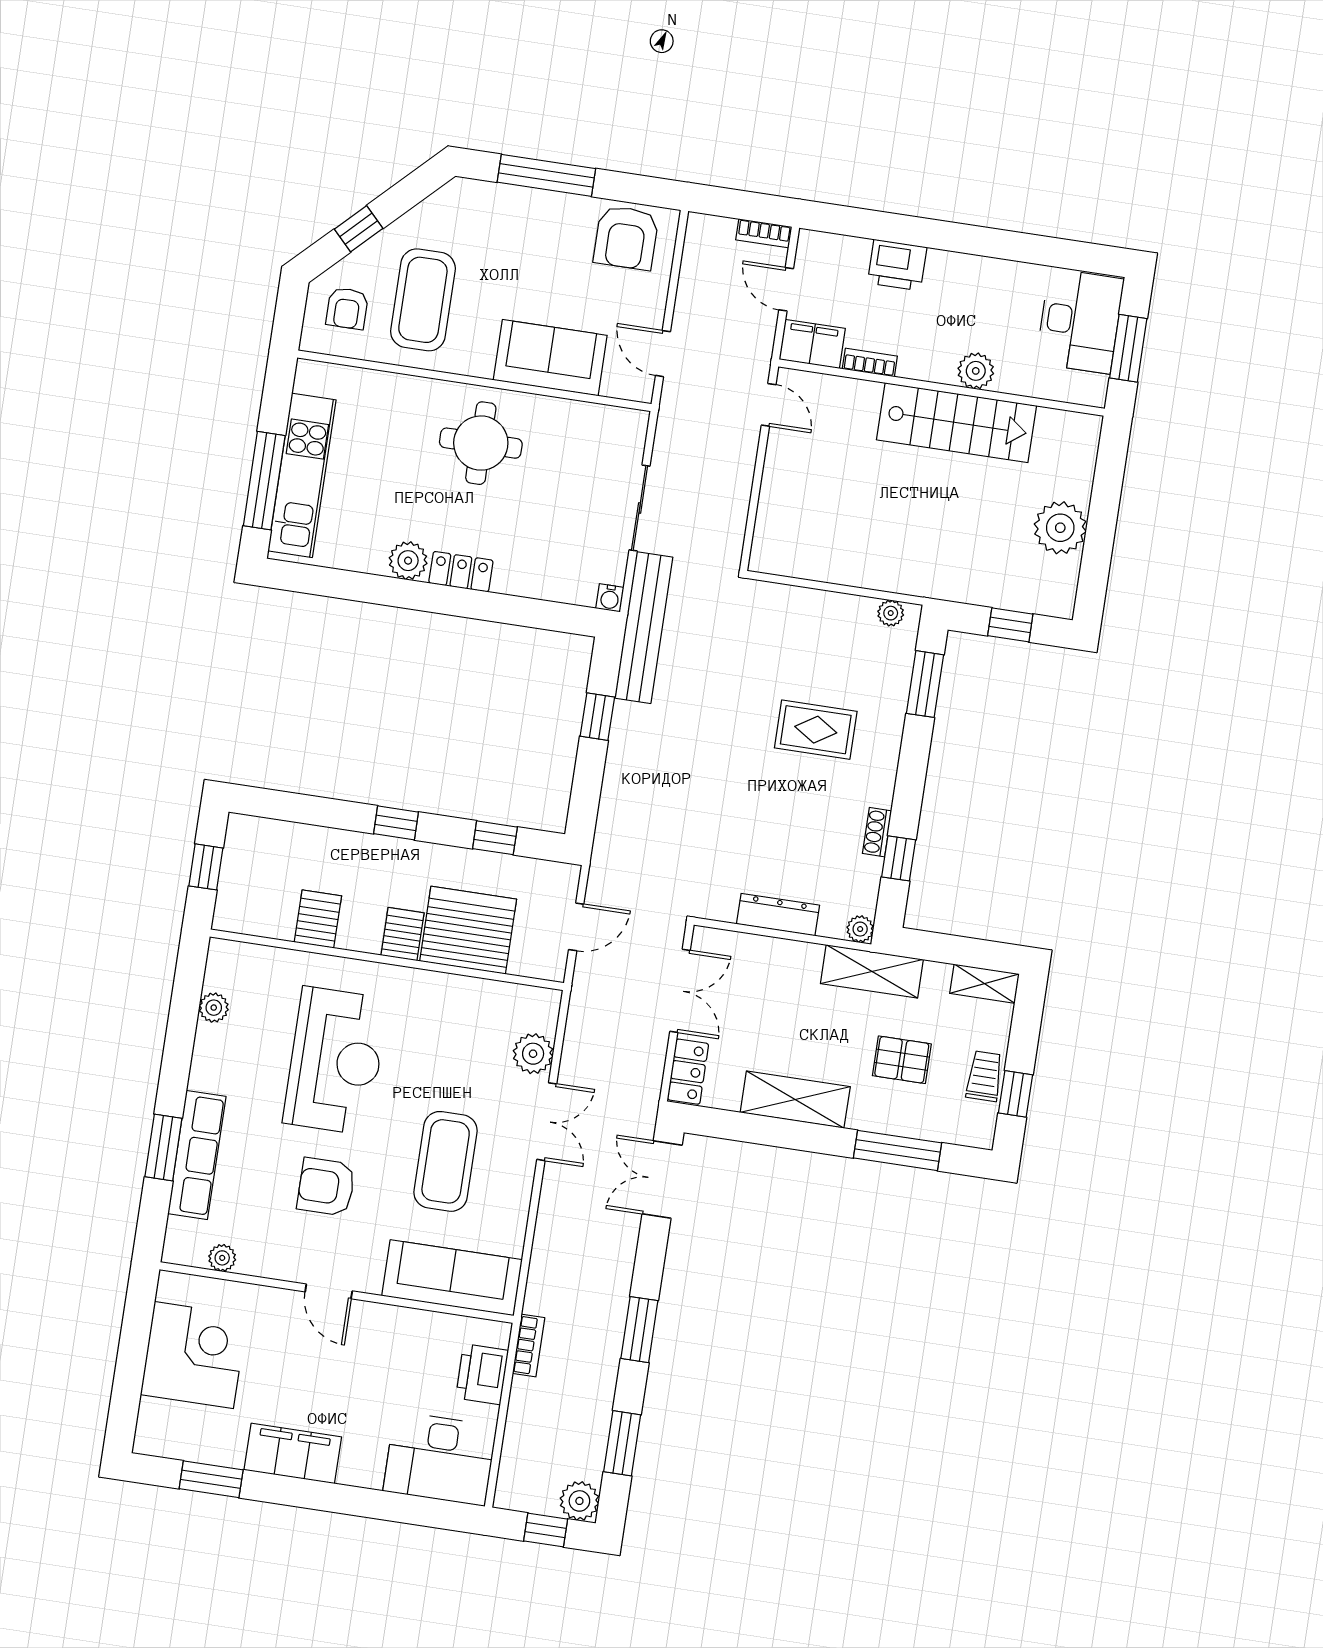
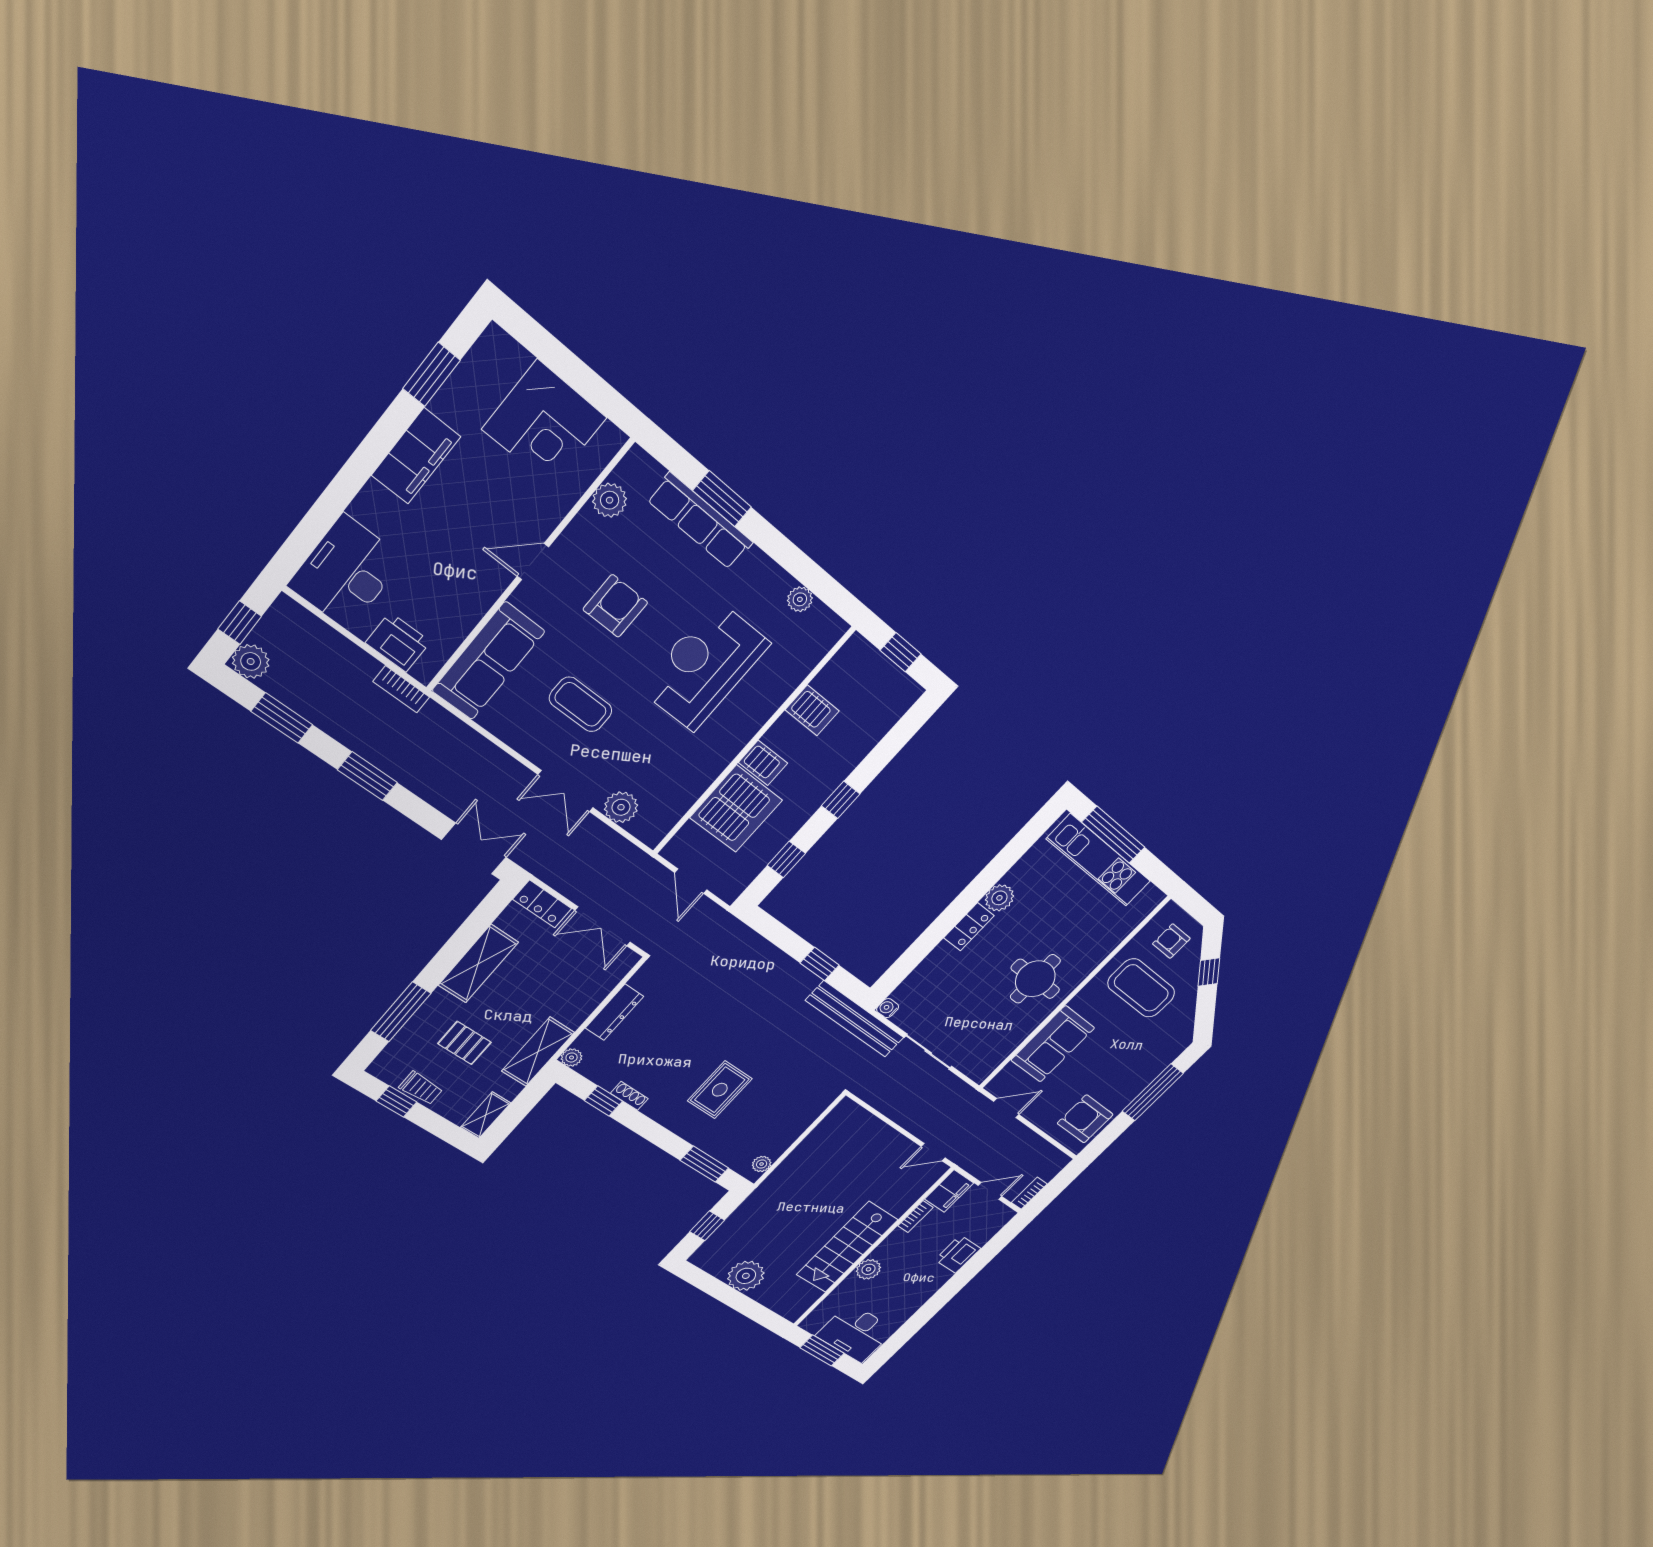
pallet: (902, 1060) -> (464, 1043), turned 90
reception desk: (336, 1061) -> (705, 666), turned 90
coffee table: (446, 1161) -> (581, 704), width x0.73, depth x0.76
plant: (222, 1258) -> (610, 500), width x1.38, depth x1.38

